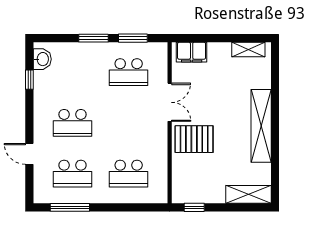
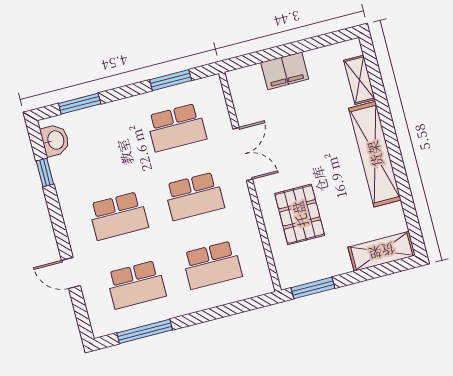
window: (94, 38) -> (80, 104), moved
shelving: (248, 49) -> (359, 80), moved, turned 90
filing cabinet: (192, 52) -> (285, 71), moved
school desk: (129, 123) -> (194, 196), added
pallet: (194, 139) -> (300, 214), moved, turned 90
window: (194, 207) -> (313, 288), width x1.50

